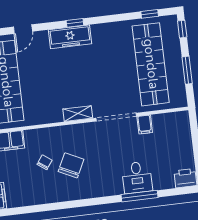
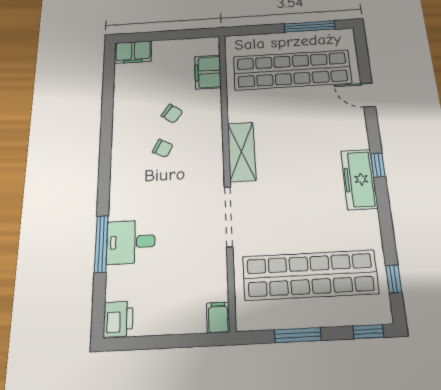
freezer: (70, 37) -> (359, 179), moved
shelving: (78, 114) -> (242, 152), width x1.50, depth x1.33
filing cabinet: (145, 124) -> (218, 318), moved, turned 90
chair: (71, 165) -> (163, 148), width x0.54, depth x0.54

